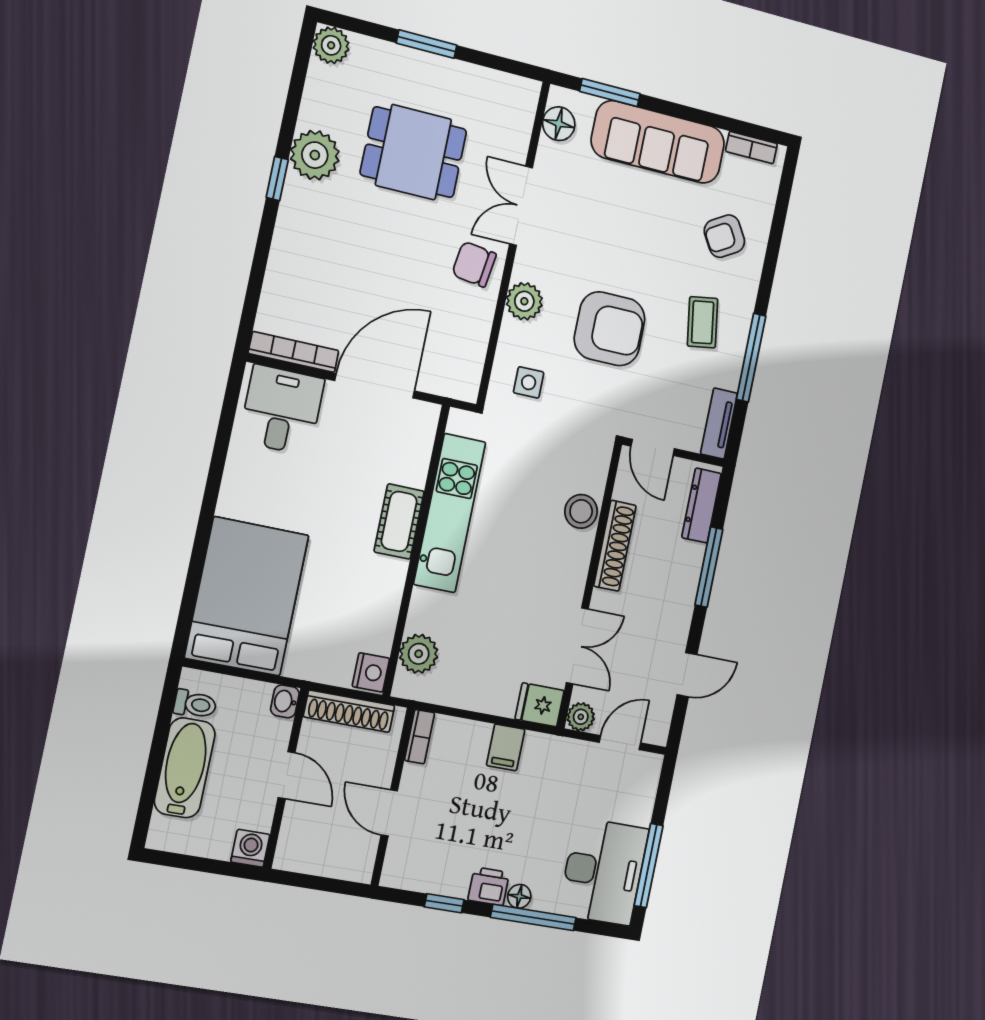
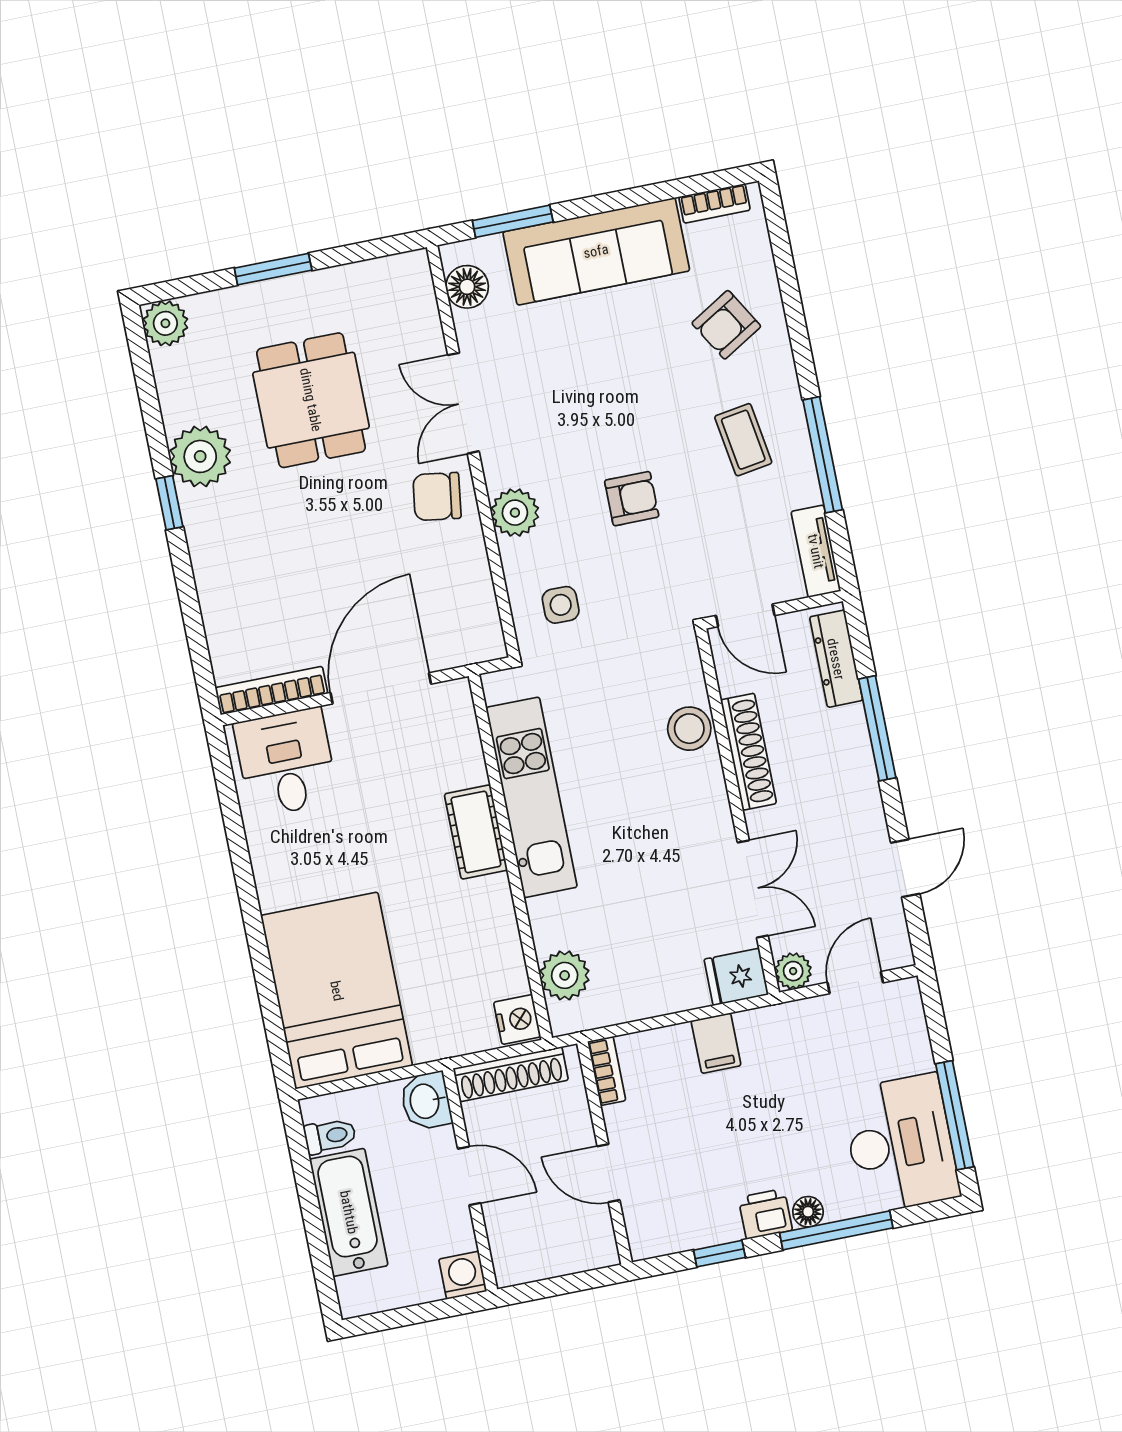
dining table: (413, 152) -> (311, 400), turned 90
armchair: (610, 329) -> (632, 499), width x0.53, depth x0.53
washbasin: (285, 701) -> (426, 1101), width x1.38, depth x1.45

